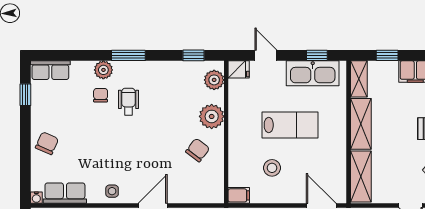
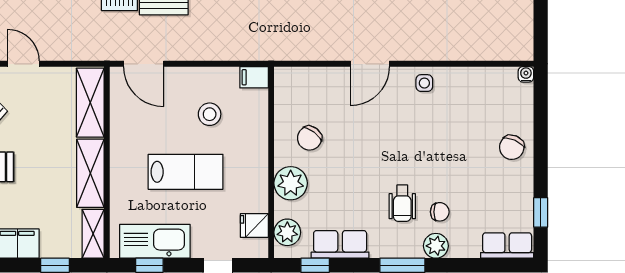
fridge: (239, 69) -> (254, 225), moved
chair: (101, 95) -> (440, 212), turned -90
lab bench: (290, 125) -> (186, 172), turned 180
row of seats: (65, 193) -> (340, 244), moved, turned 180

